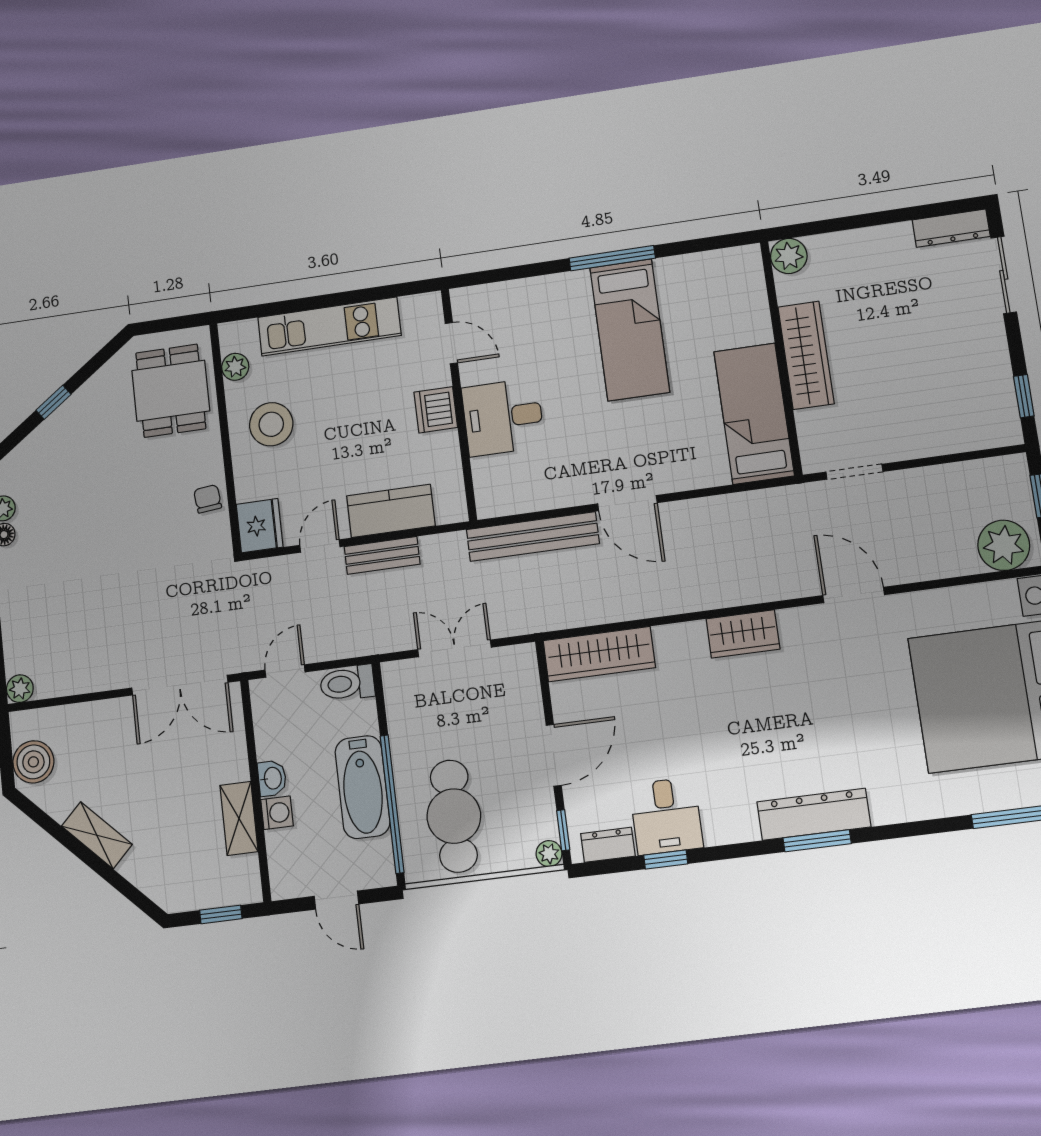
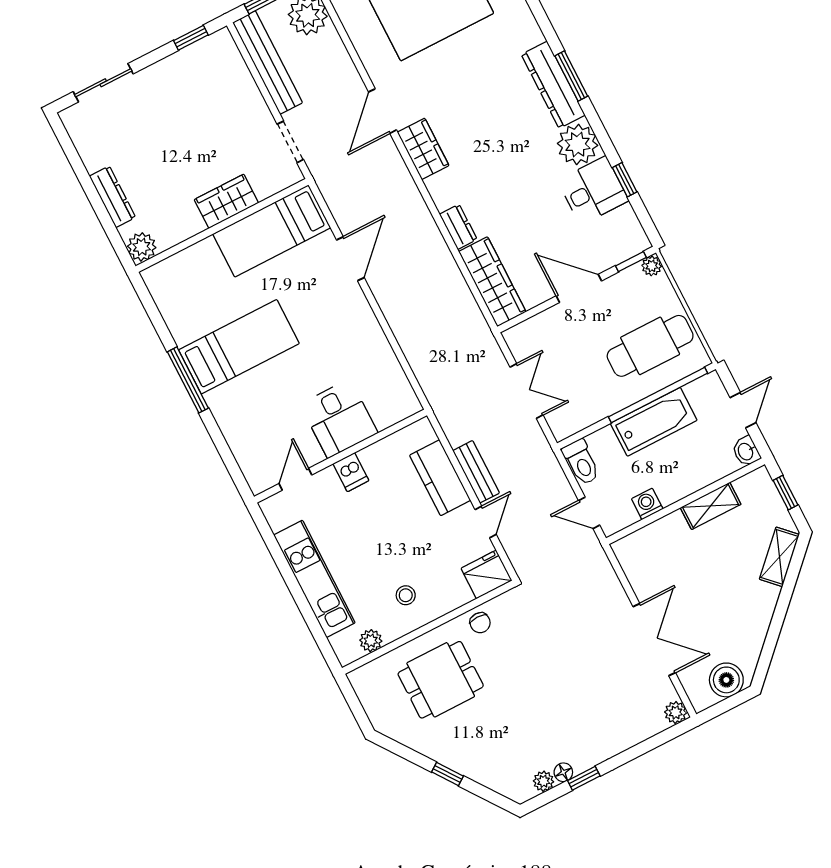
dresser: (951, 228) -> (112, 197), moved
wardrobe: (806, 355) -> (226, 201), width x0.67
dining table: (171, 391) -> (441, 680), moved
dishwasher: (436, 410) -> (351, 472), width x0.73
stool: (271, 424) -> (406, 595), width x0.53, depth x0.53
chair: (208, 499) -> (480, 623), turned -84
door: (627, 503) -> (350, 259), moved
bench: (533, 537) -> (268, 63), moved
door: (320, 546) -> (486, 522), swing flipped
wardrobe: (743, 634) -> (423, 149), moved
double door: (455, 648) -> (526, 391), swing flipped
double door: (180, 685) -> (654, 640), moved
washbasin: (272, 778) -> (746, 451), moved, turned -90
washing machine: (277, 813) -> (647, 504), moved
plant: (729, 817) -> (578, 144), added
shelving: (97, 835) -> (779, 557), moved
dresser: (608, 845) -> (458, 227), moved, turned 180

